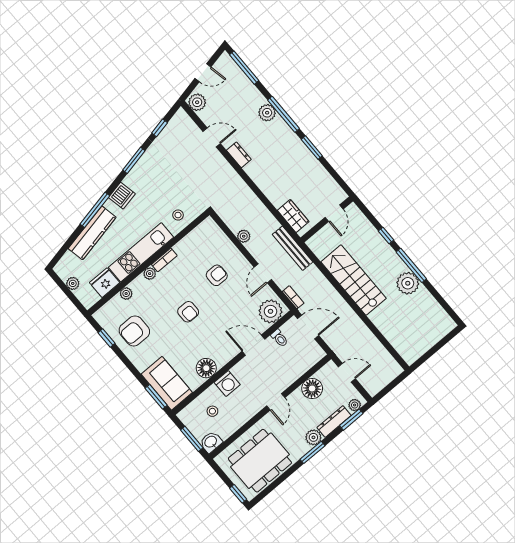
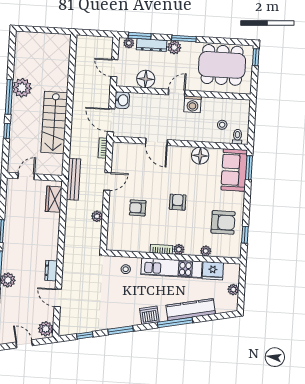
plant: (270, 311) -> (125, 153), removed
toilet: (279, 338) -> (237, 137), moved
washing machine: (227, 383) -> (193, 104), moved, turned 180
window: (192, 439) -> (252, 120), removed
washbasin: (211, 442) -> (122, 100), moved, turned -90

